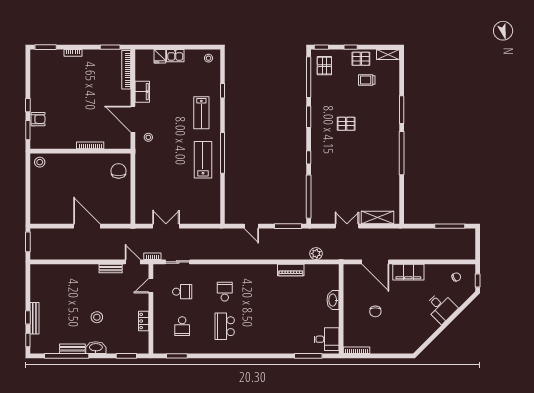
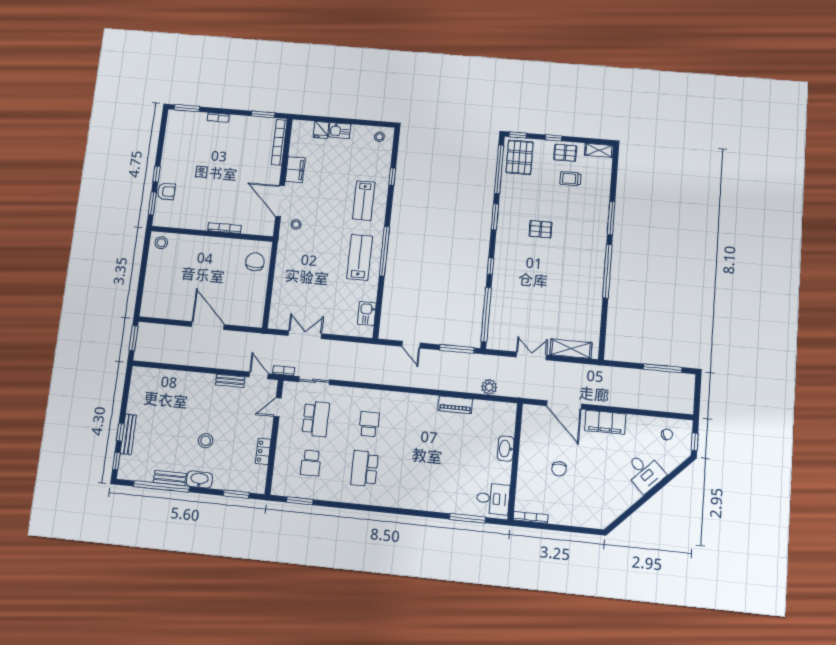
pallet: (324, 66) -> (520, 157), width x1.50, depth x1.42
kitchen sink: (214, 205) -> (367, 313), added
school desk: (182, 292) -> (316, 419), width x1.85

